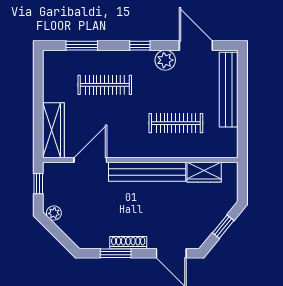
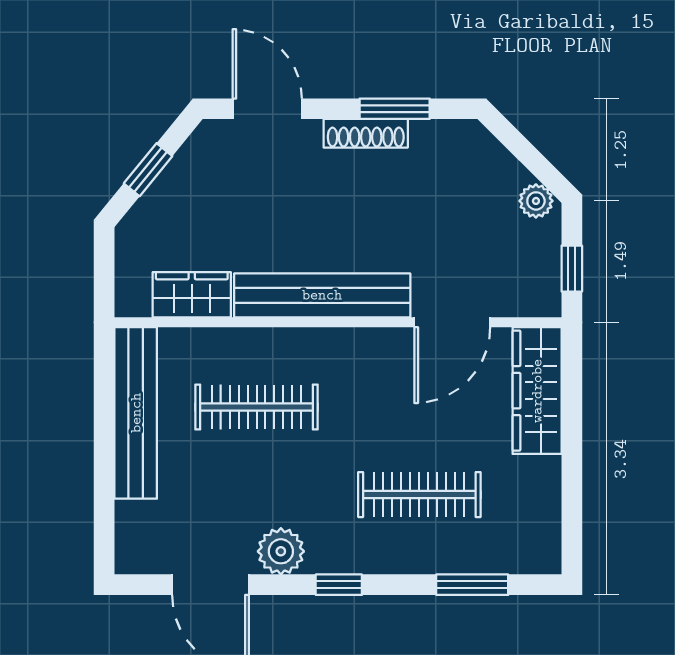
bench: (229, 90) -> (136, 413), moved

